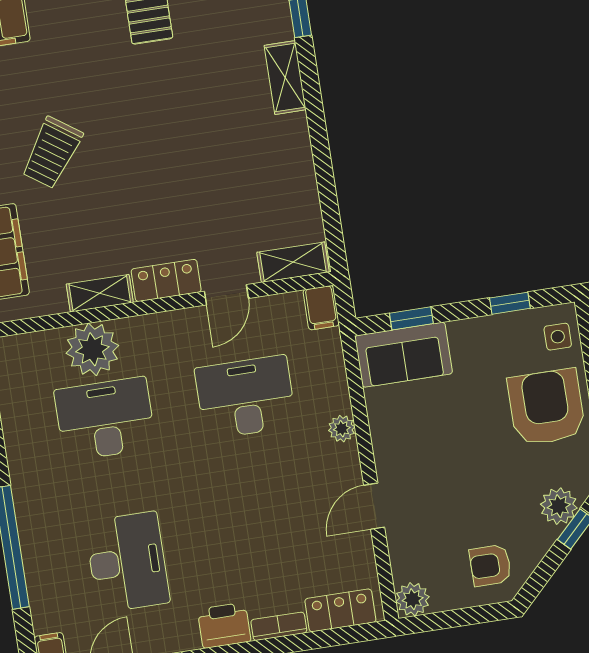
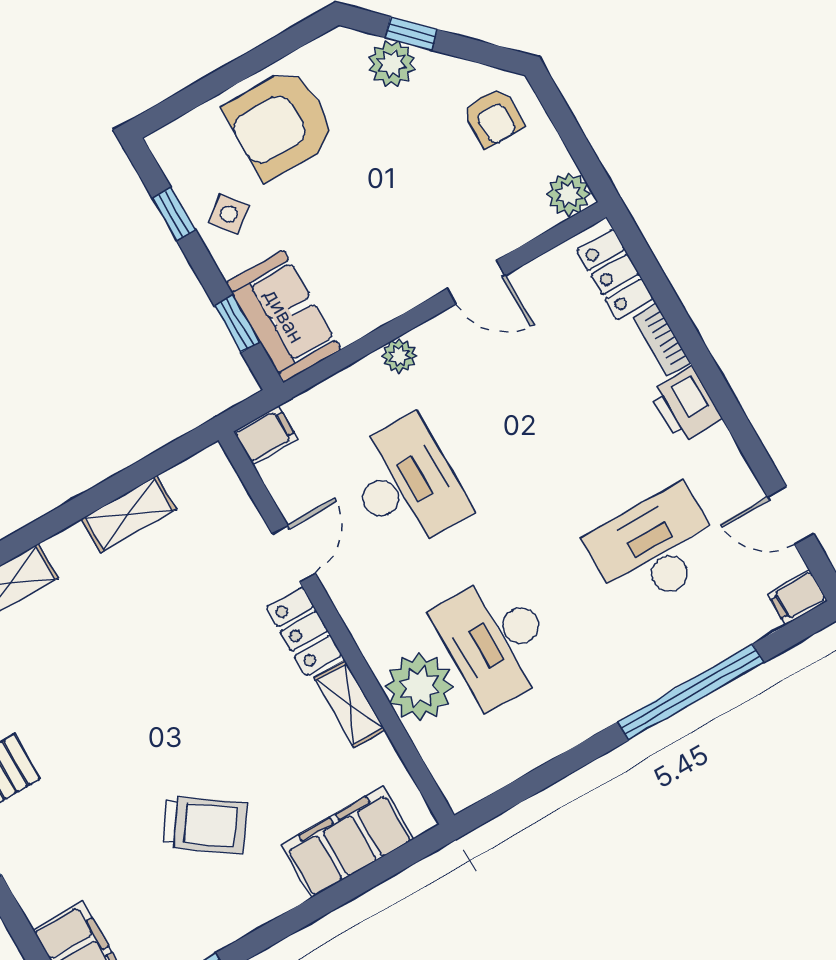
shelving: (293, 262) -> (129, 514), moved, turned 90
door: (226, 295) -> (294, 553), hinge flipped
side table: (558, 337) -> (229, 214), moved, turned -37
desk: (246, 397) -> (406, 484), turned 180

